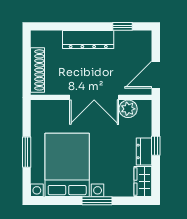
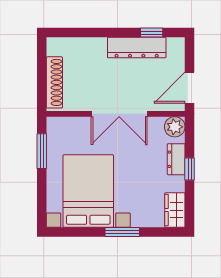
dresser: (88, 39) -> (137, 48), moved
plant: (128, 109) -> (175, 127), moved
dresser: (144, 151) -> (176, 159), moved
window: (27, 152) -> (42, 151), moved

